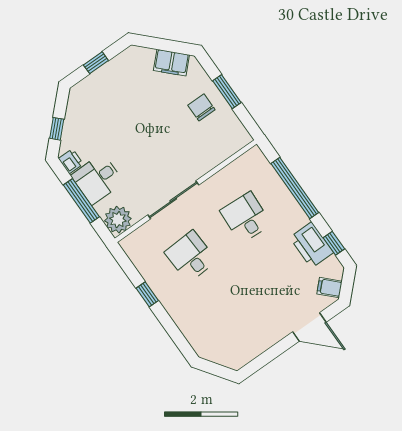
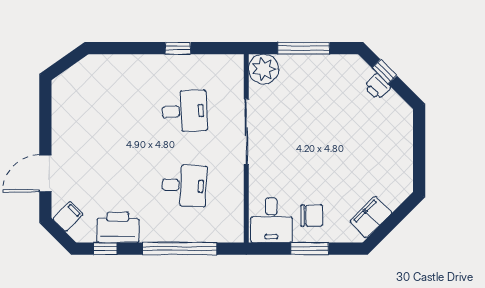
window: (96, 63) -> (419, 149), removed
printer: (71, 161) -> (377, 87), moved, turned 45
desk: (97, 179) -> (271, 220), moved, turned 180

